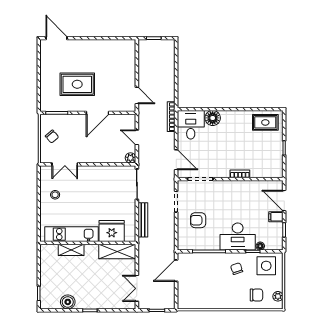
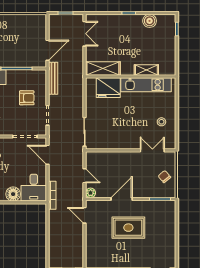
rug: (77, 84) -> (128, 228), moved
plant: (130, 158) -> (91, 193), moved
bench: (143, 220) -> (53, 78), moved

